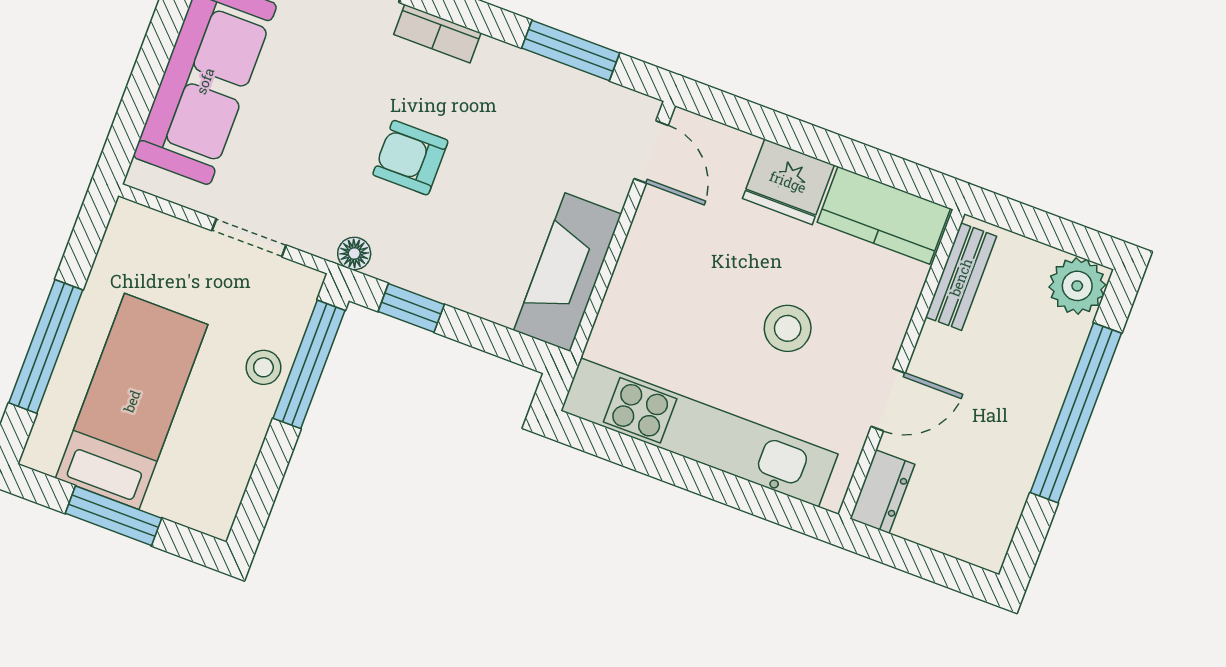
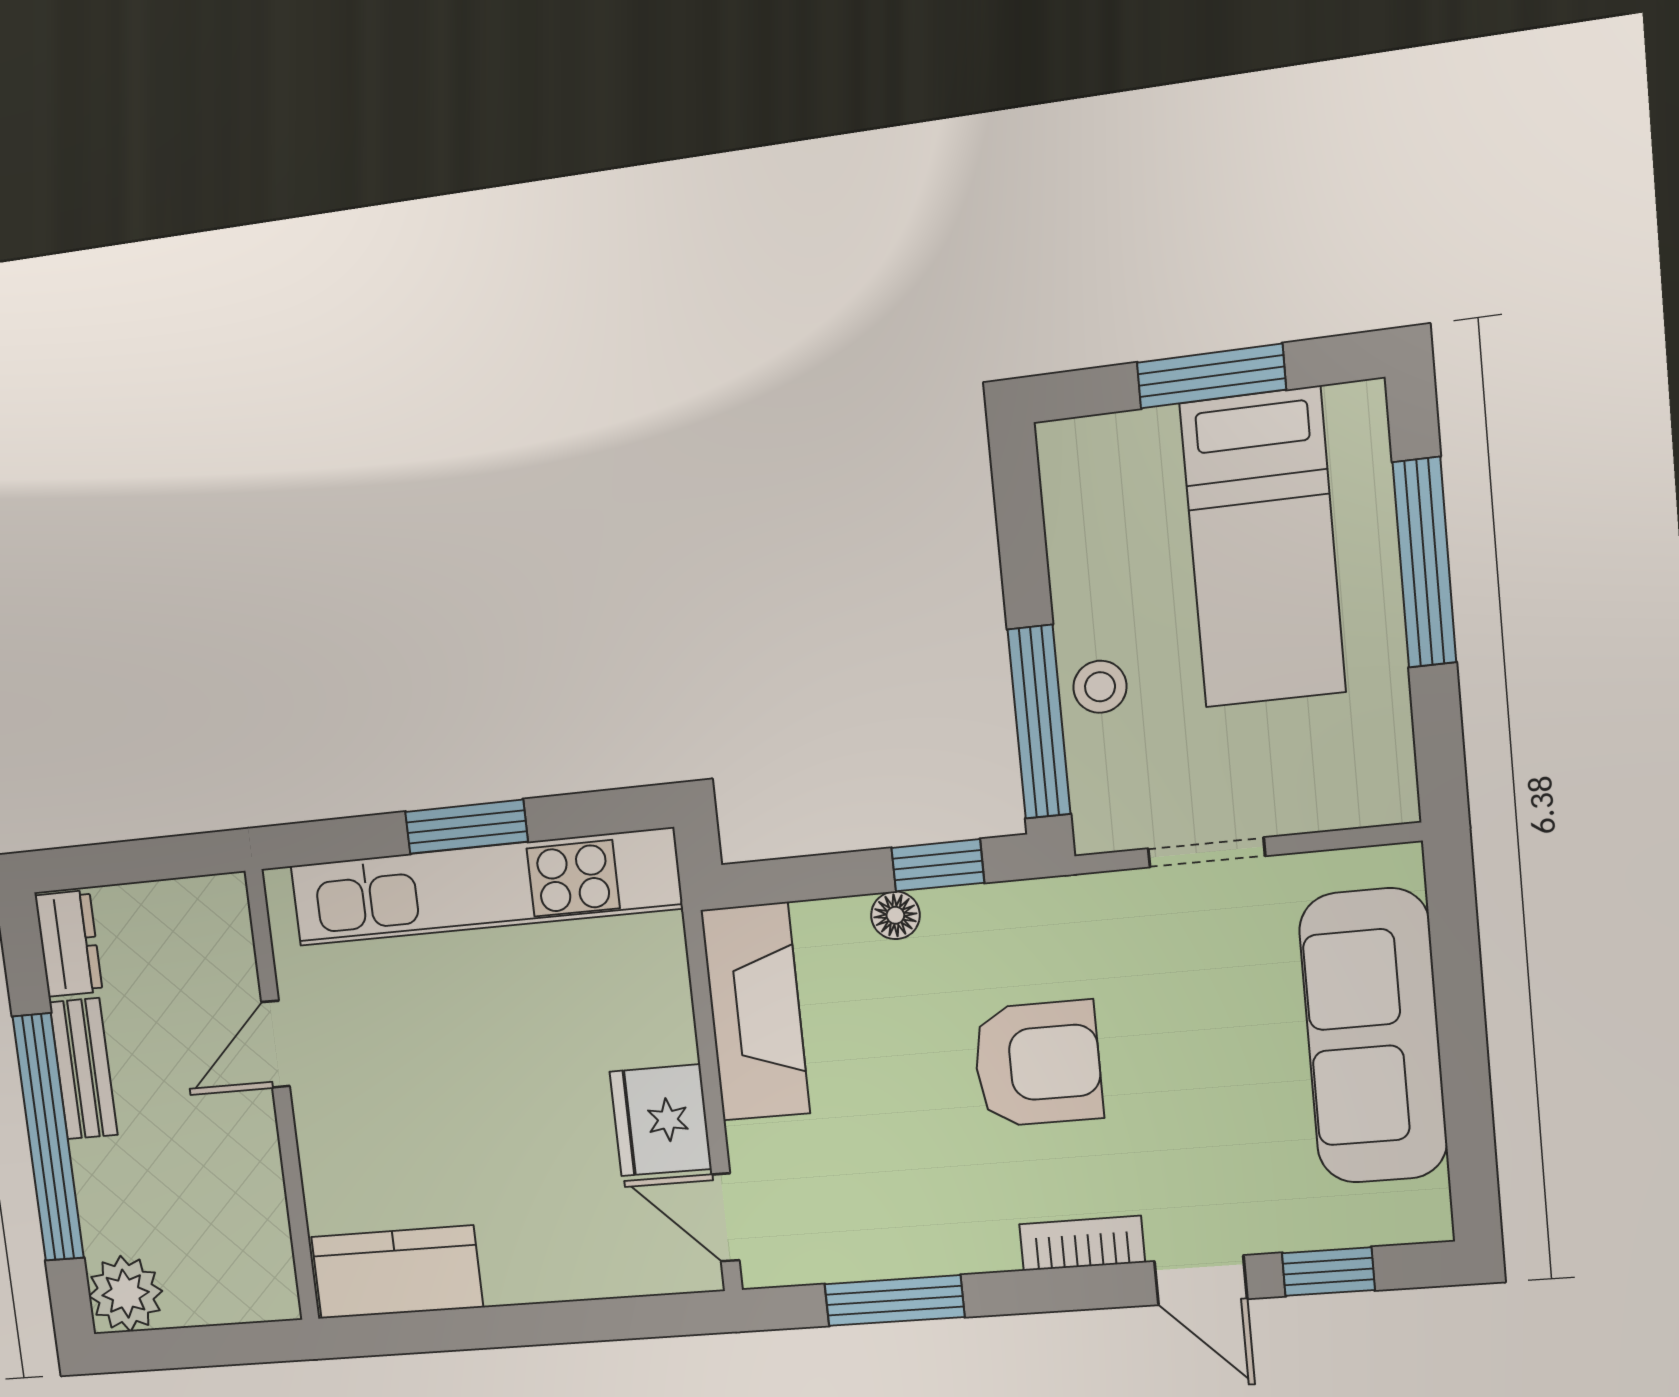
armchair: (410, 158) -> (1038, 1064), width x1.38, depth x1.38
fridge: (788, 182) -> (661, 1120), moved, turned -90
floor lamp: (354, 253) -> (895, 915), moved
bench: (961, 277) -> (83, 1069), moved
stool: (788, 328) -> (442, 1074), removed
window: (692, 476) -> (467, 827), added
dresser: (882, 492) -> (69, 944), moved, turned 180

